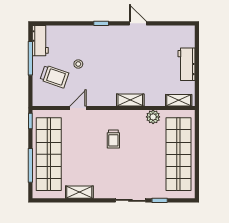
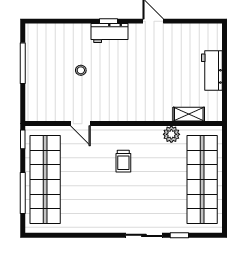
workbench: (40, 41) -> (109, 33), moved, turned 90
trolley: (54, 76) -> (52, 85), removed
shelving: (130, 100) -> (144, 114), removed
shelving: (179, 100) -> (189, 114), moved
door: (78, 108) -> (80, 124), swing flipped
shelving: (79, 192) -> (82, 225), removed

